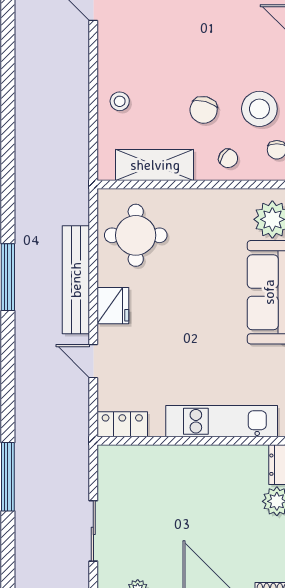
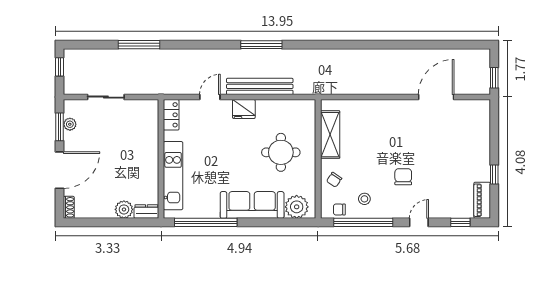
stool: (120, 101) -> (369, 113), removed
stool: (259, 109) -> (364, 199), width x0.53, depth x0.53
chair: (204, 110) -> (403, 177), moved, turned 75
round table: (136, 235) -> (281, 152), moved

